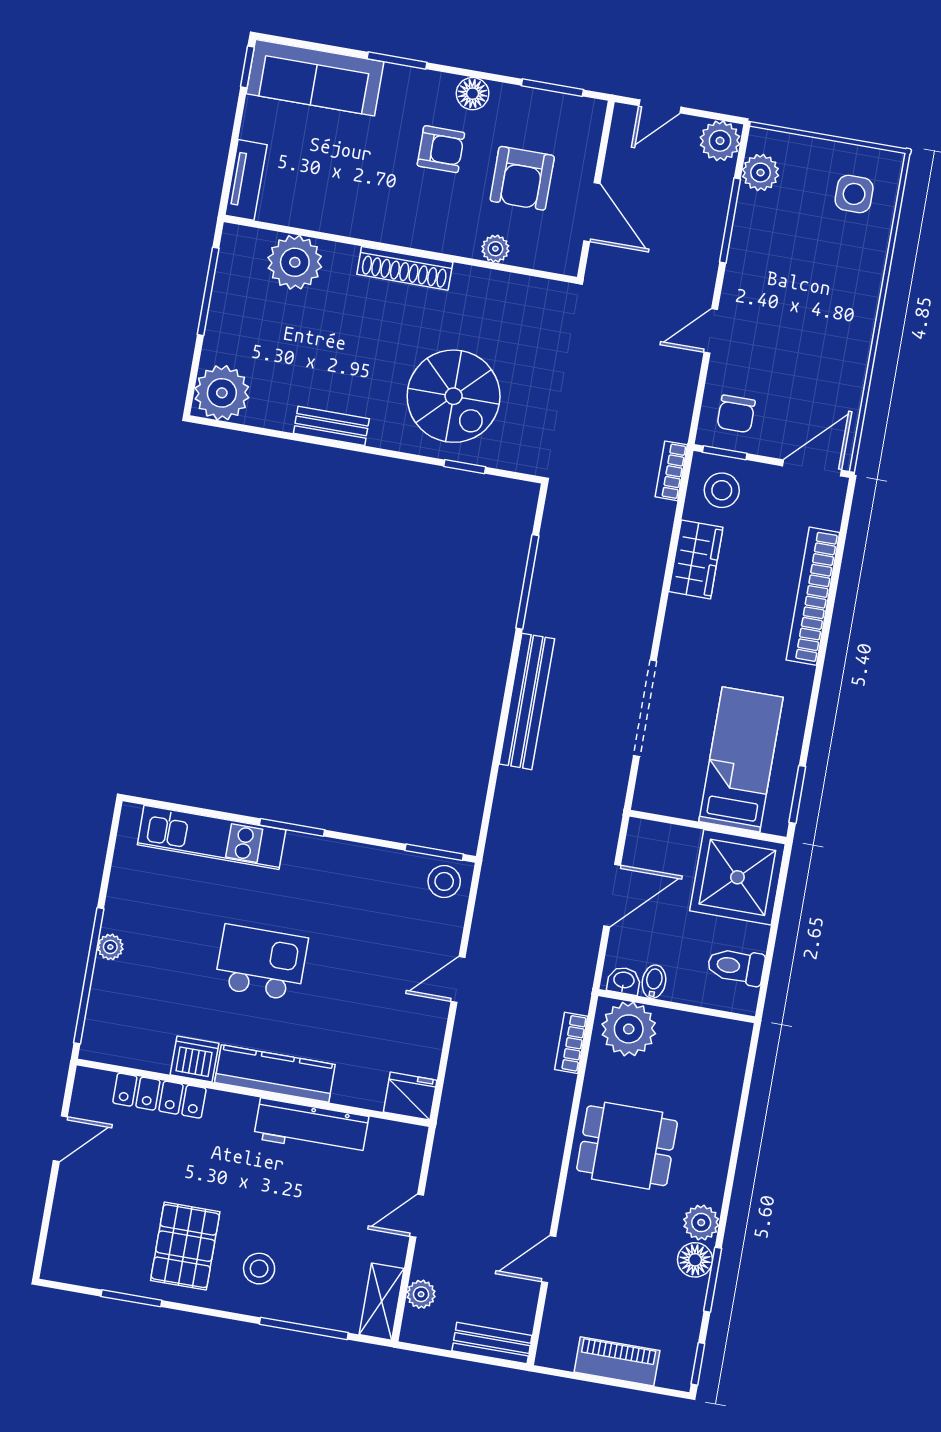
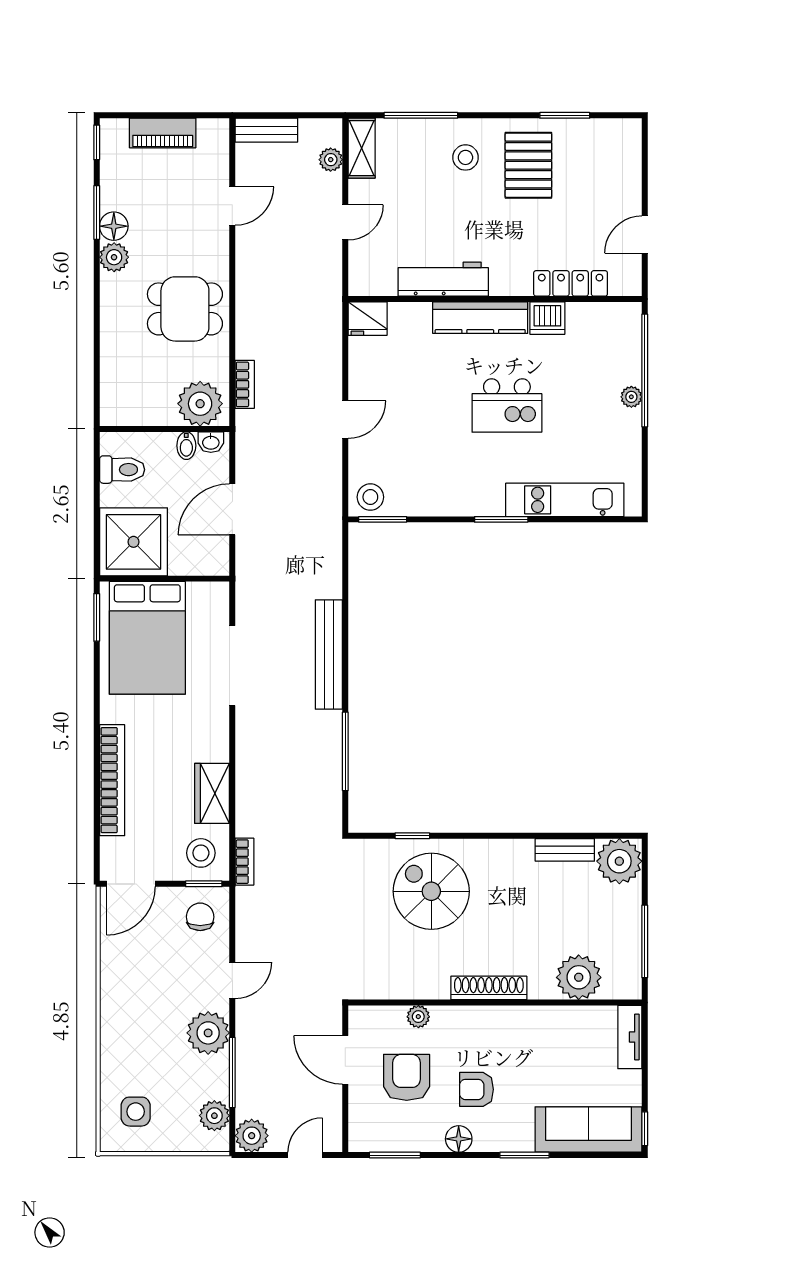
plant: (751, 273) -> (208, 1033), added
bench: (331, 426) -> (565, 850), moved
bed: (741, 759) -> (147, 638), width x1.50

